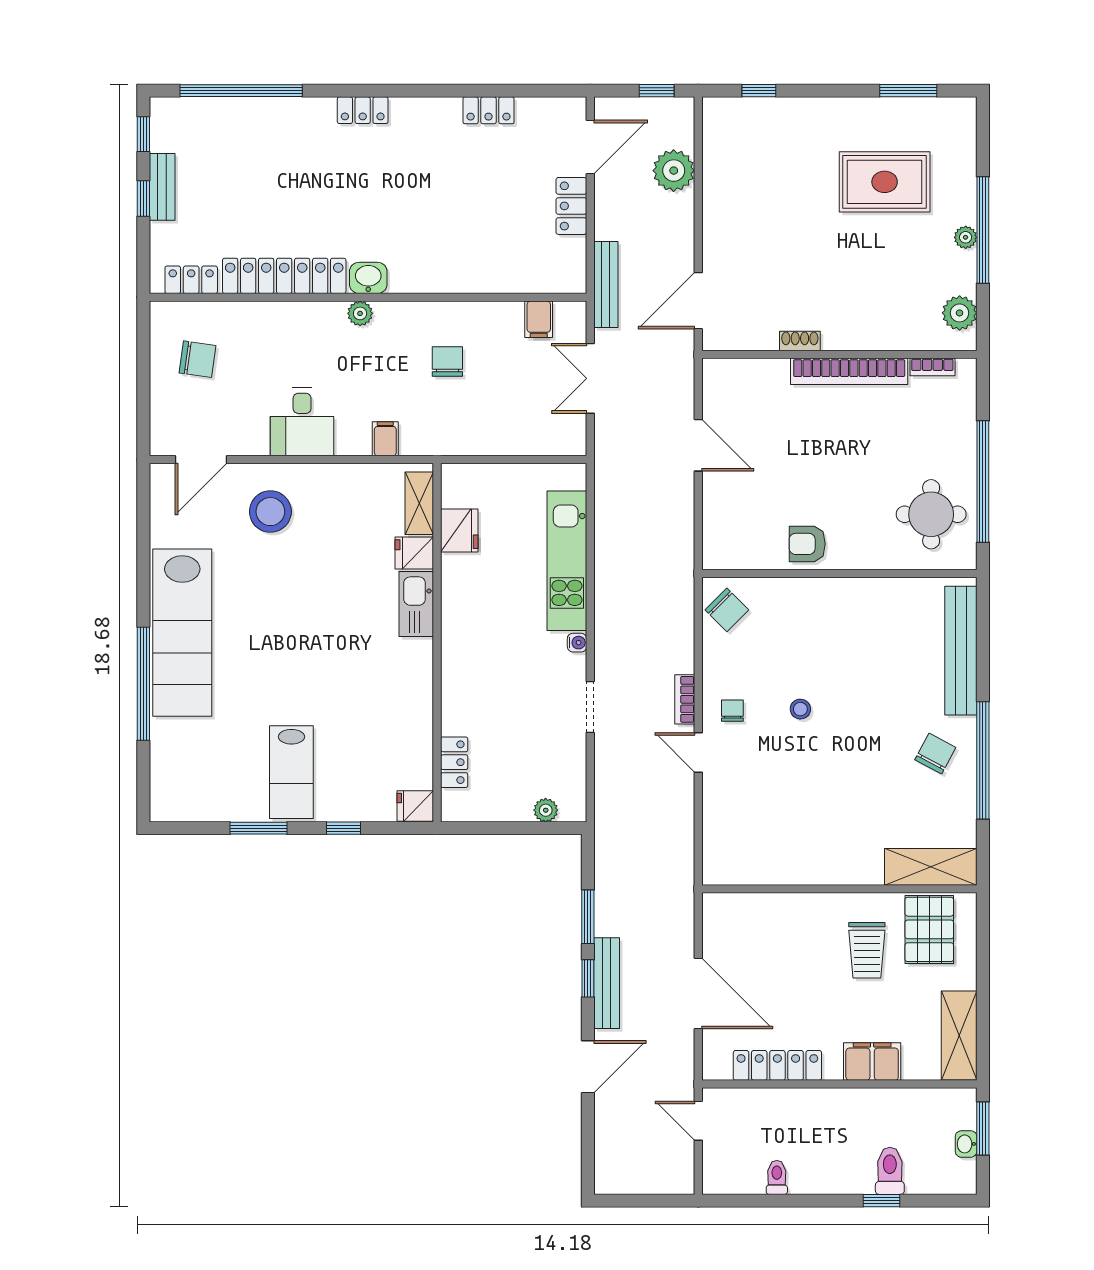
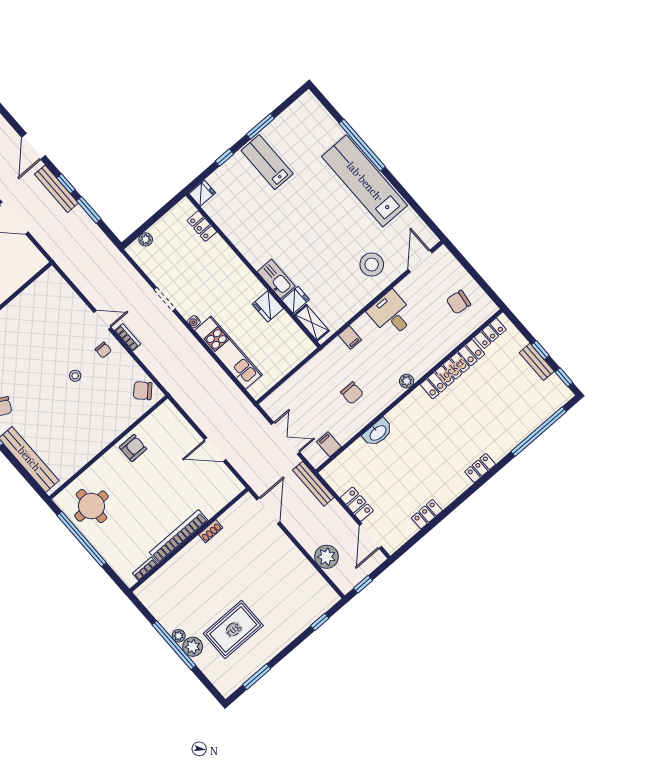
washbasin: (368, 278) -> (378, 433), moved, width x1.38
plant: (960, 313) -> (193, 647), moved
fridge: (459, 531) -> (268, 306), moved

